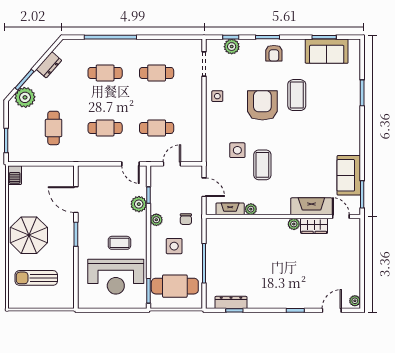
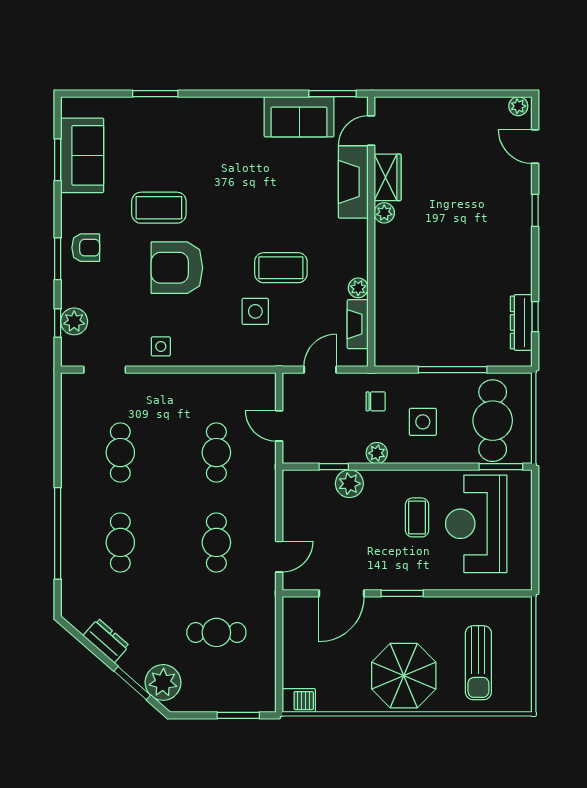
door: (131, 164) -> (279, 557), moved
reception desk: (116, 277) -> (476, 524), turned 180

